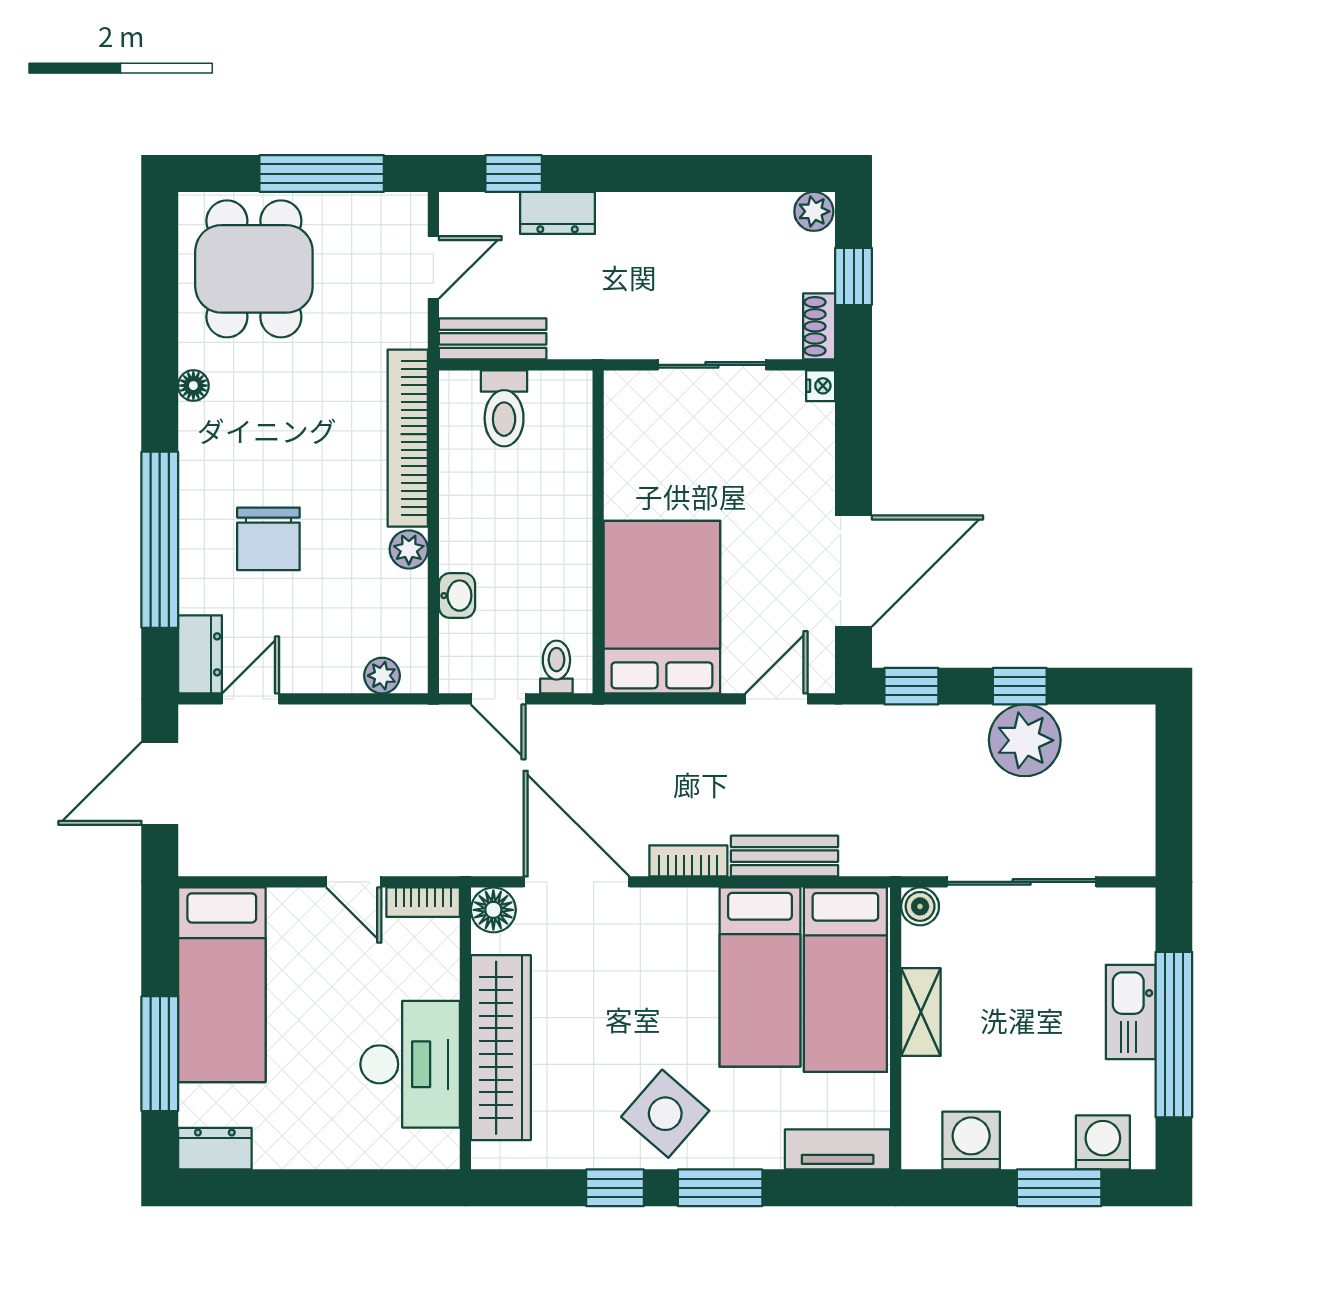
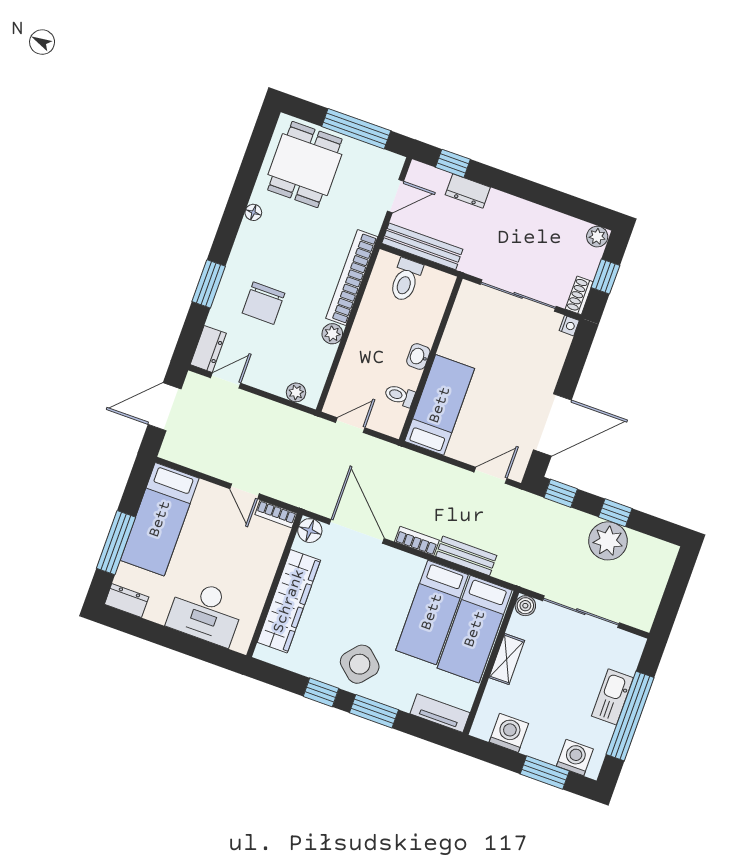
bench: (493, 339) -> (422, 246), width x1.36
sliding door: (712, 365) -> (518, 295), width x1.37
window: (160, 540) -> (209, 284), width x0.47
washbasin: (457, 596) -> (418, 357), moved, turned 180
bed: (662, 607) -> (440, 405), width x0.67
toilet: (556, 667) -> (400, 396), moved, turned -90
door: (498, 699) -> (350, 425), swing flipped
desk: (410, 1064) -> (206, 612), moved, turned 90

